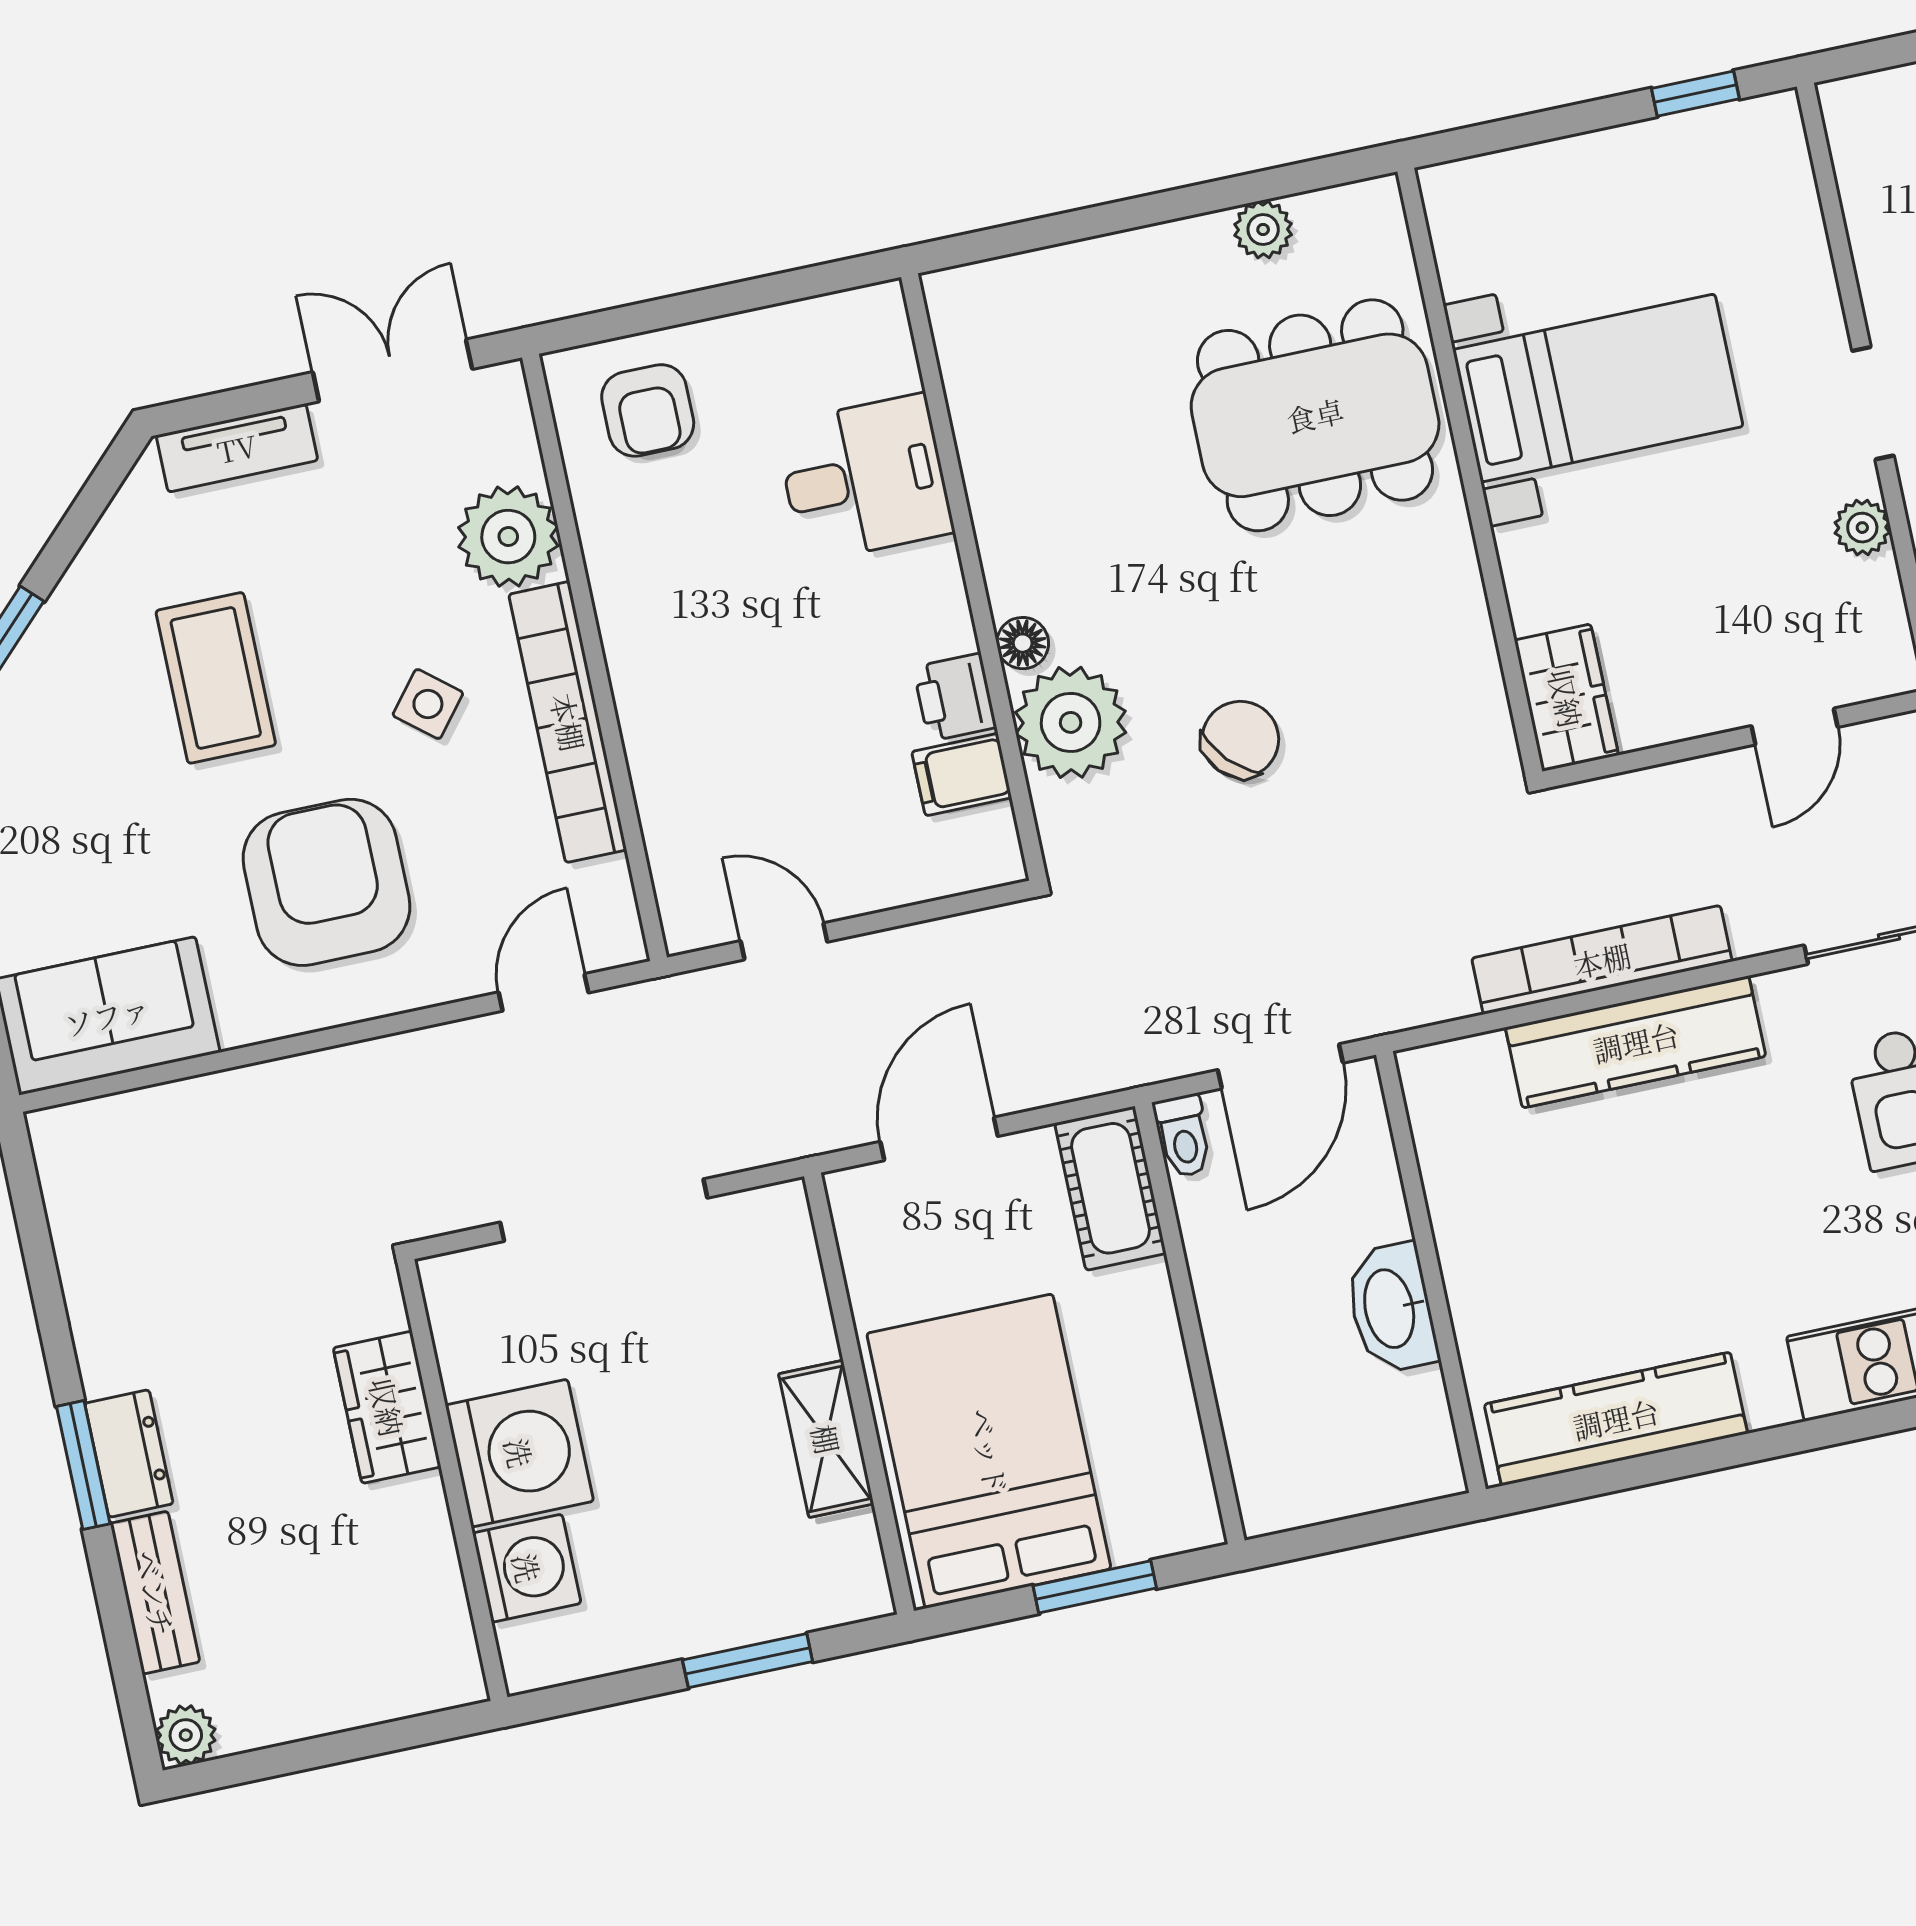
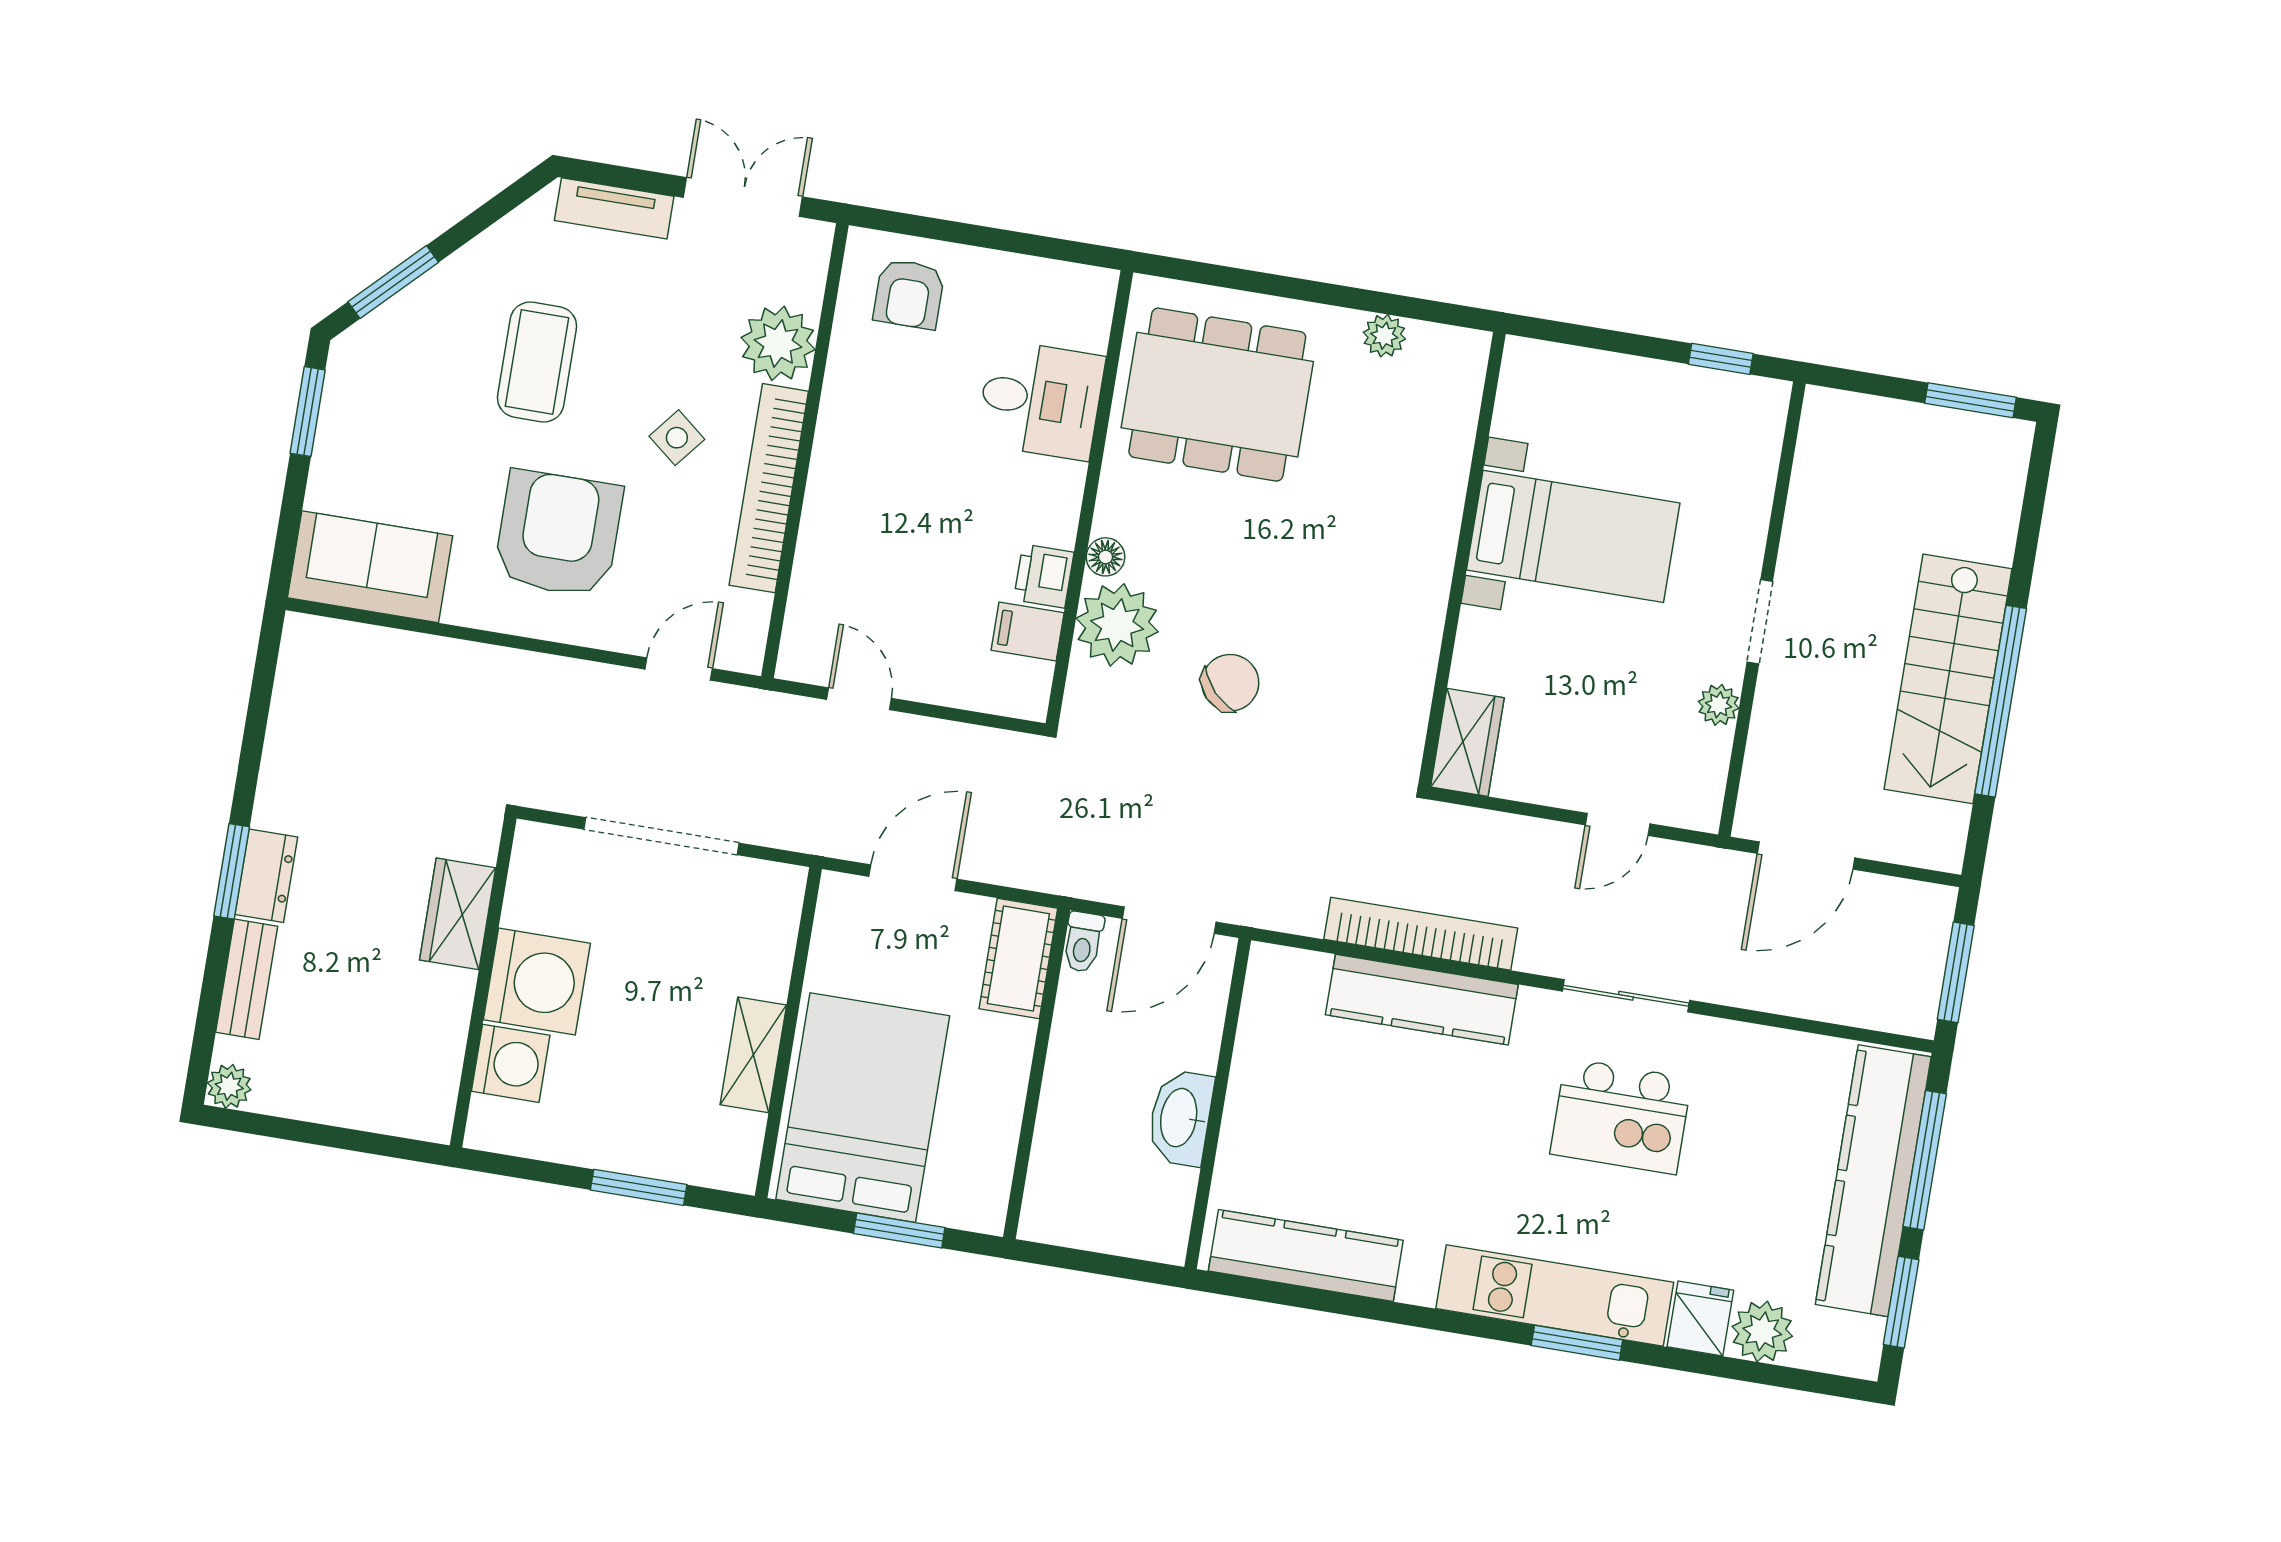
dining table: (1315, 415) -> (1217, 395), moved

